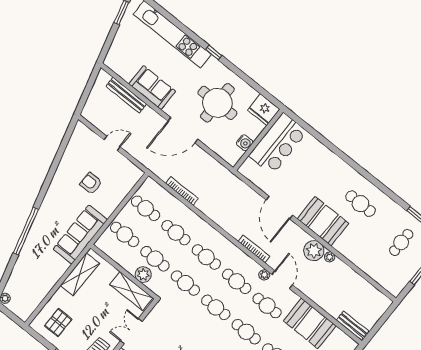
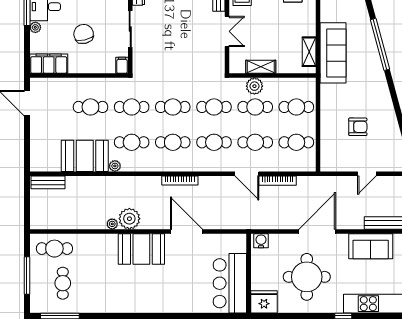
water cooler: (245, 143) -> (261, 241), moved, turned 90
cafe table: (360, 204) -> (54, 249), moved
sofa: (80, 234) -> (333, 53), moved
shelving: (80, 274) -> (309, 52), width x0.67, depth x0.75
plant: (264, 275) -> (115, 166), moved
door: (282, 280) -> (247, 174), moved
shelving: (131, 291) -> (261, 67), width x0.67, depth x0.75

